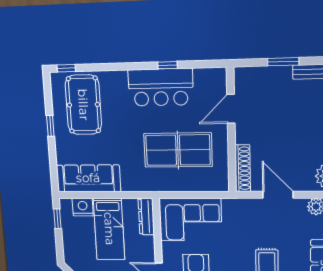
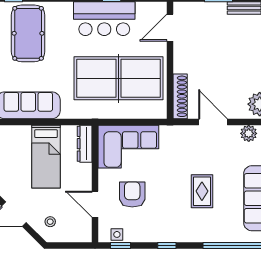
door: (231, 109) -> (170, 28), moved
table tennis table: (178, 150) -> (119, 78), width x1.36, depth x1.32
nightstand: (83, 207) -> (20, 134), removed

